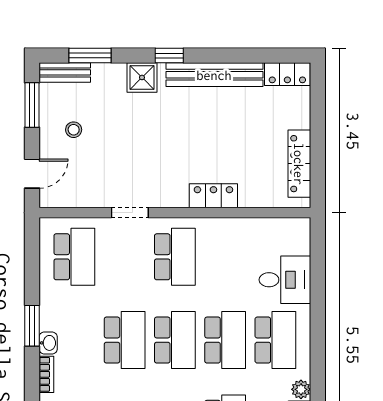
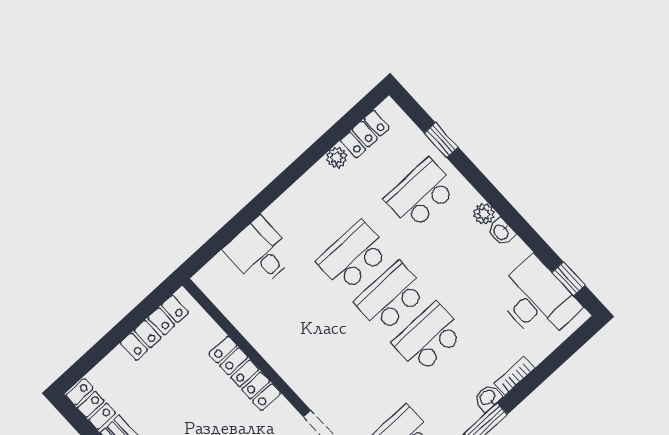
locker: (213, 196) -> (245, 373), width x1.53
school desk: (175, 257) -> (323, 359), removed
school desk: (275, 340) -> (316, 215), removed

